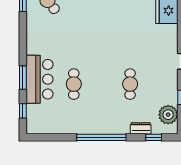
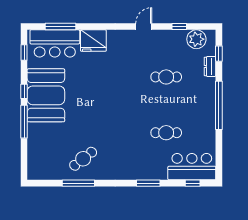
window: (23, 78) -> (148, 183), moved
bar counter: (39, 79) -> (192, 167), moved

